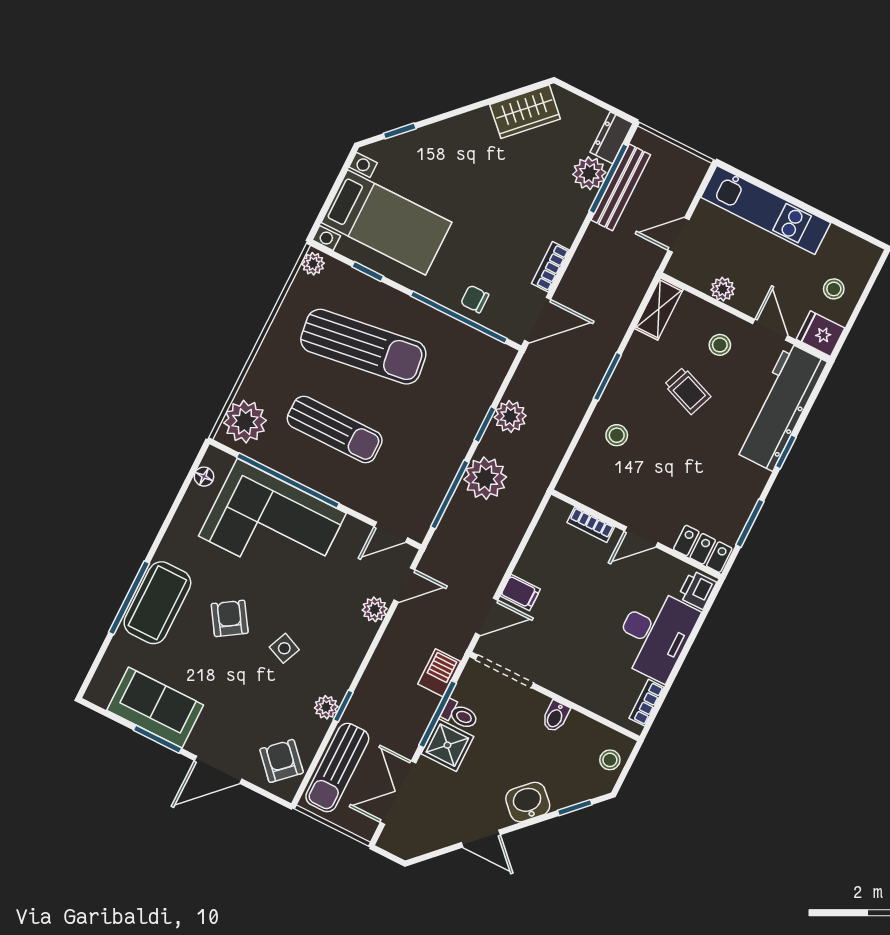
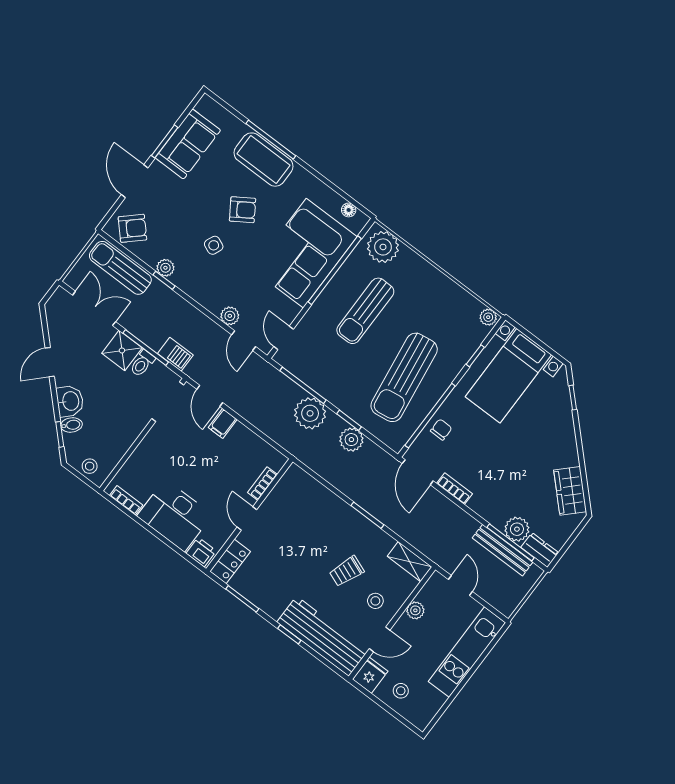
sun lounger: (363, 347) -> (404, 377), moved
stool: (617, 435) -> (324, 514), removed
bidet: (556, 716) -> (71, 425), moved, turned 135

